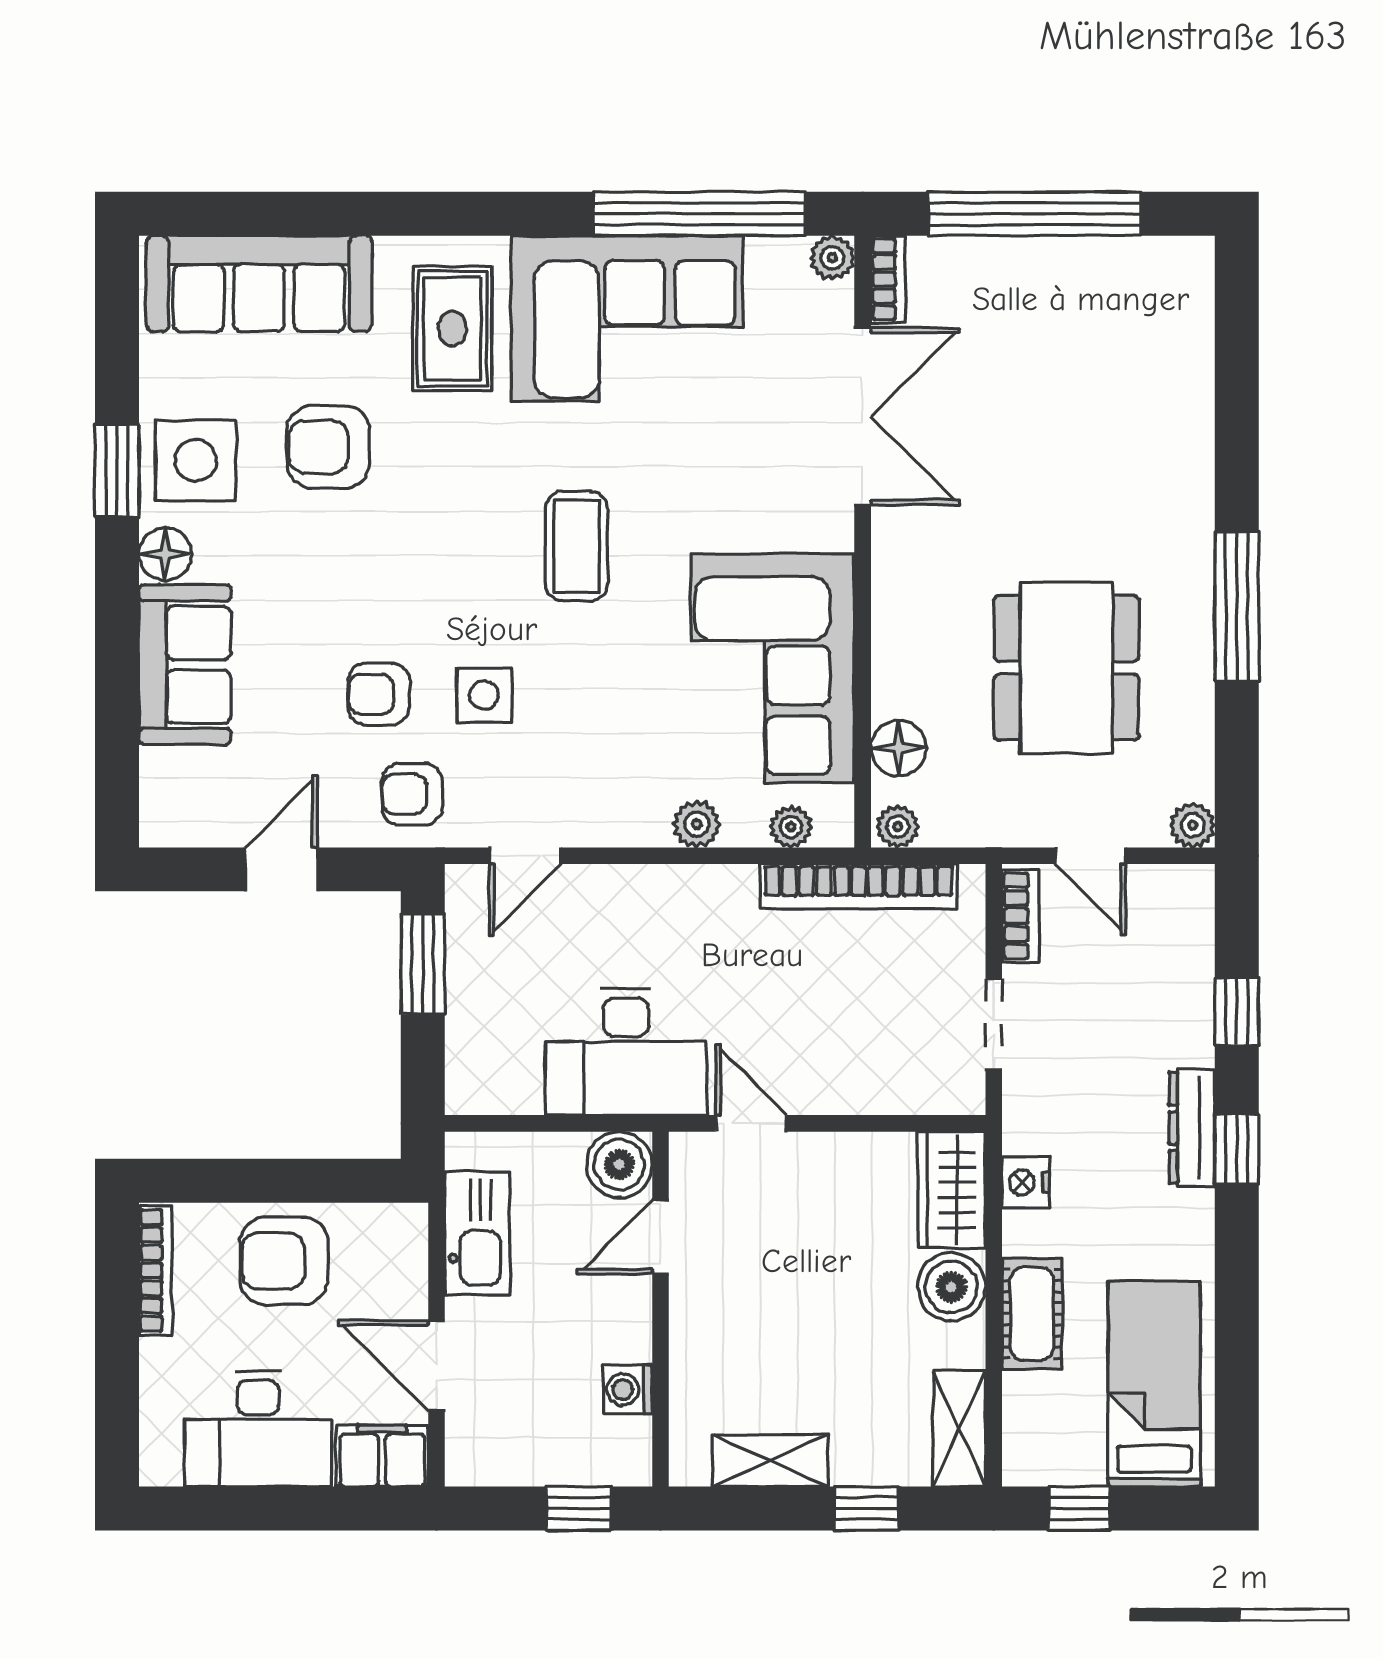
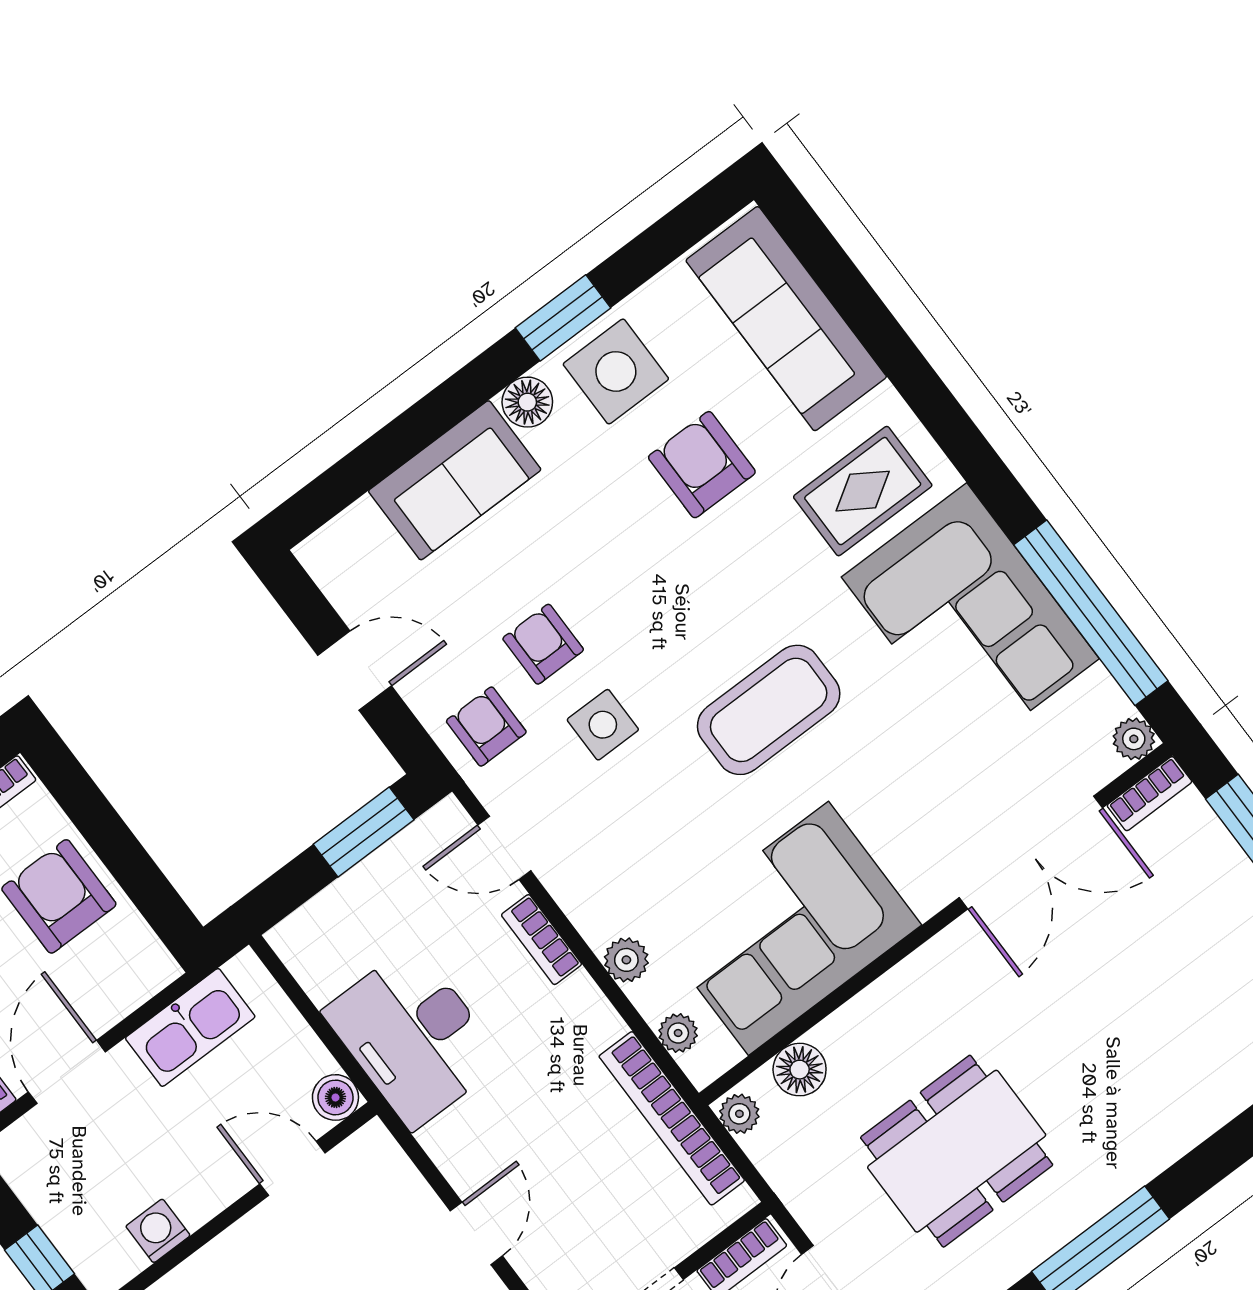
coffee table: (577, 546) -> (769, 710), width x1.36, depth x1.32
bookcase: (626, 883) -> (542, 940), added
door: (751, 1123) -> (476, 1233), moved
boiler: (619, 1165) -> (335, 1097), width x0.73, depth x0.73

